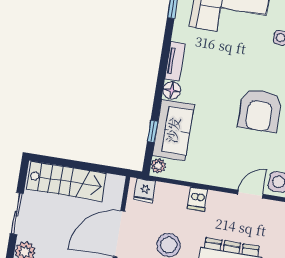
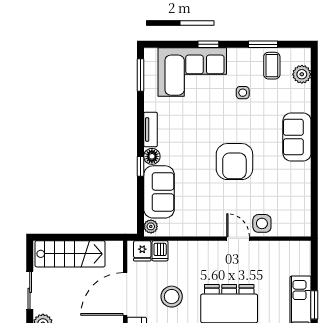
window: (153, 131) -> (141, 166), moved
door: (250, 194) -> (238, 239), hinge flipped
dishwasher: (198, 199) -> (160, 251), moved

